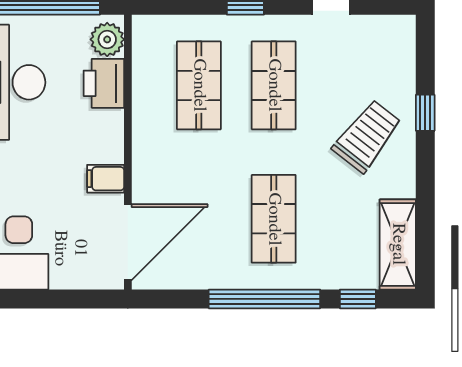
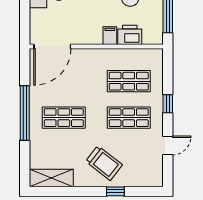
plant: (107, 39) -> (151, 37), removed
filing cabinet: (106, 179) -> (110, 36), moved
door: (128, 242) -> (52, 47), hinge flipped
window: (358, 299) -> (25, 159), removed

